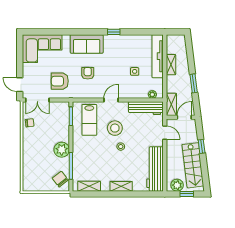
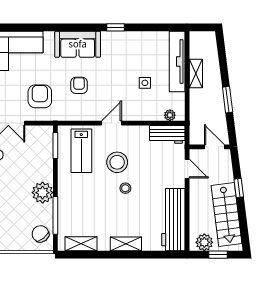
armchair: (60, 81) -> (40, 96), turned 90
shelving: (171, 104) -> (196, 129), removed
workbench: (146, 108) -> (167, 134), width x0.73
door: (184, 117) -> (214, 147), hinge flipped

